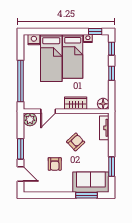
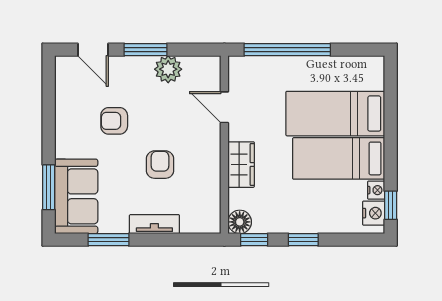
nightstand: (34, 40) -> (374, 213), moved
window: (112, 49) -> (254, 240), moved
plant: (30, 119) -> (168, 69), moved
tv unit: (104, 128) -> (154, 224), moved
armchair: (76, 142) -> (160, 165), turned -137
door: (21, 174) -> (93, 50), hinge flipped

